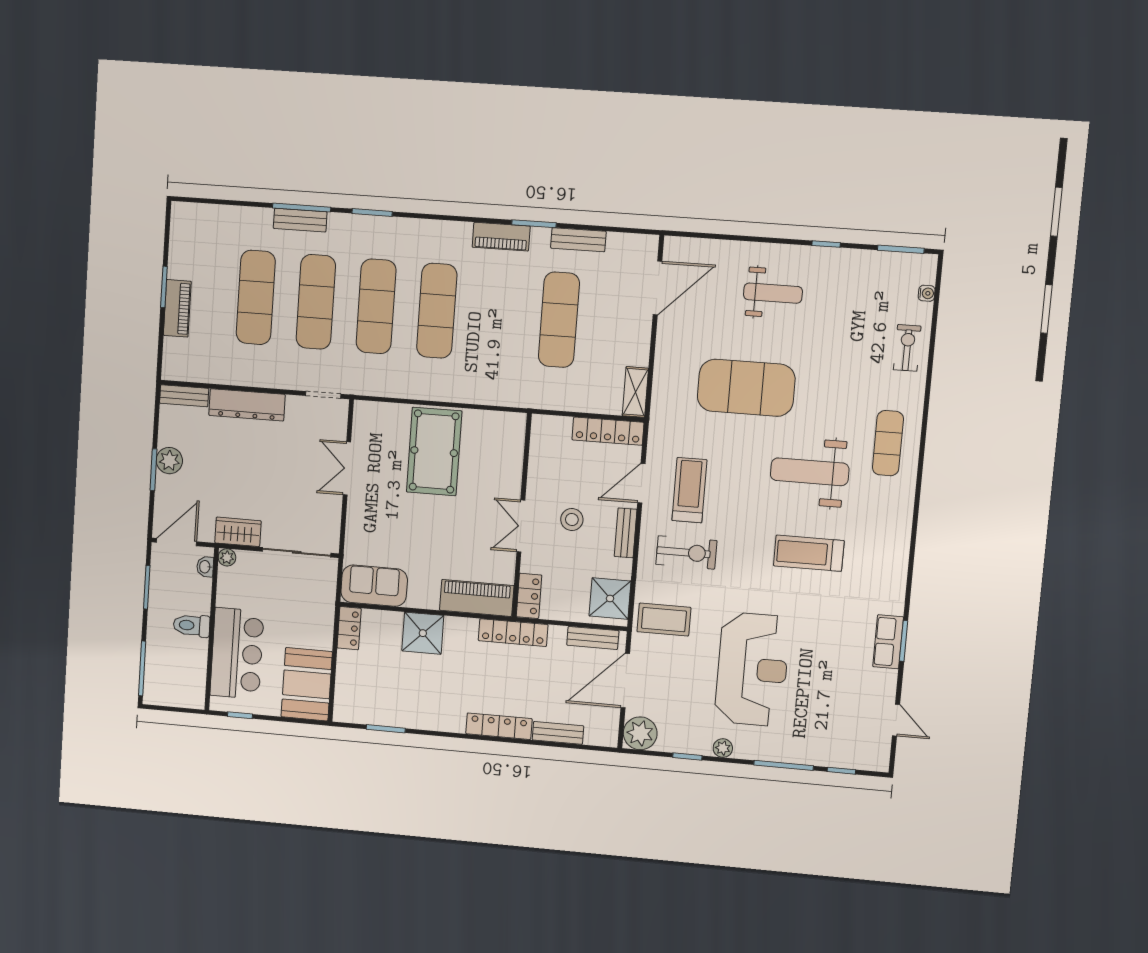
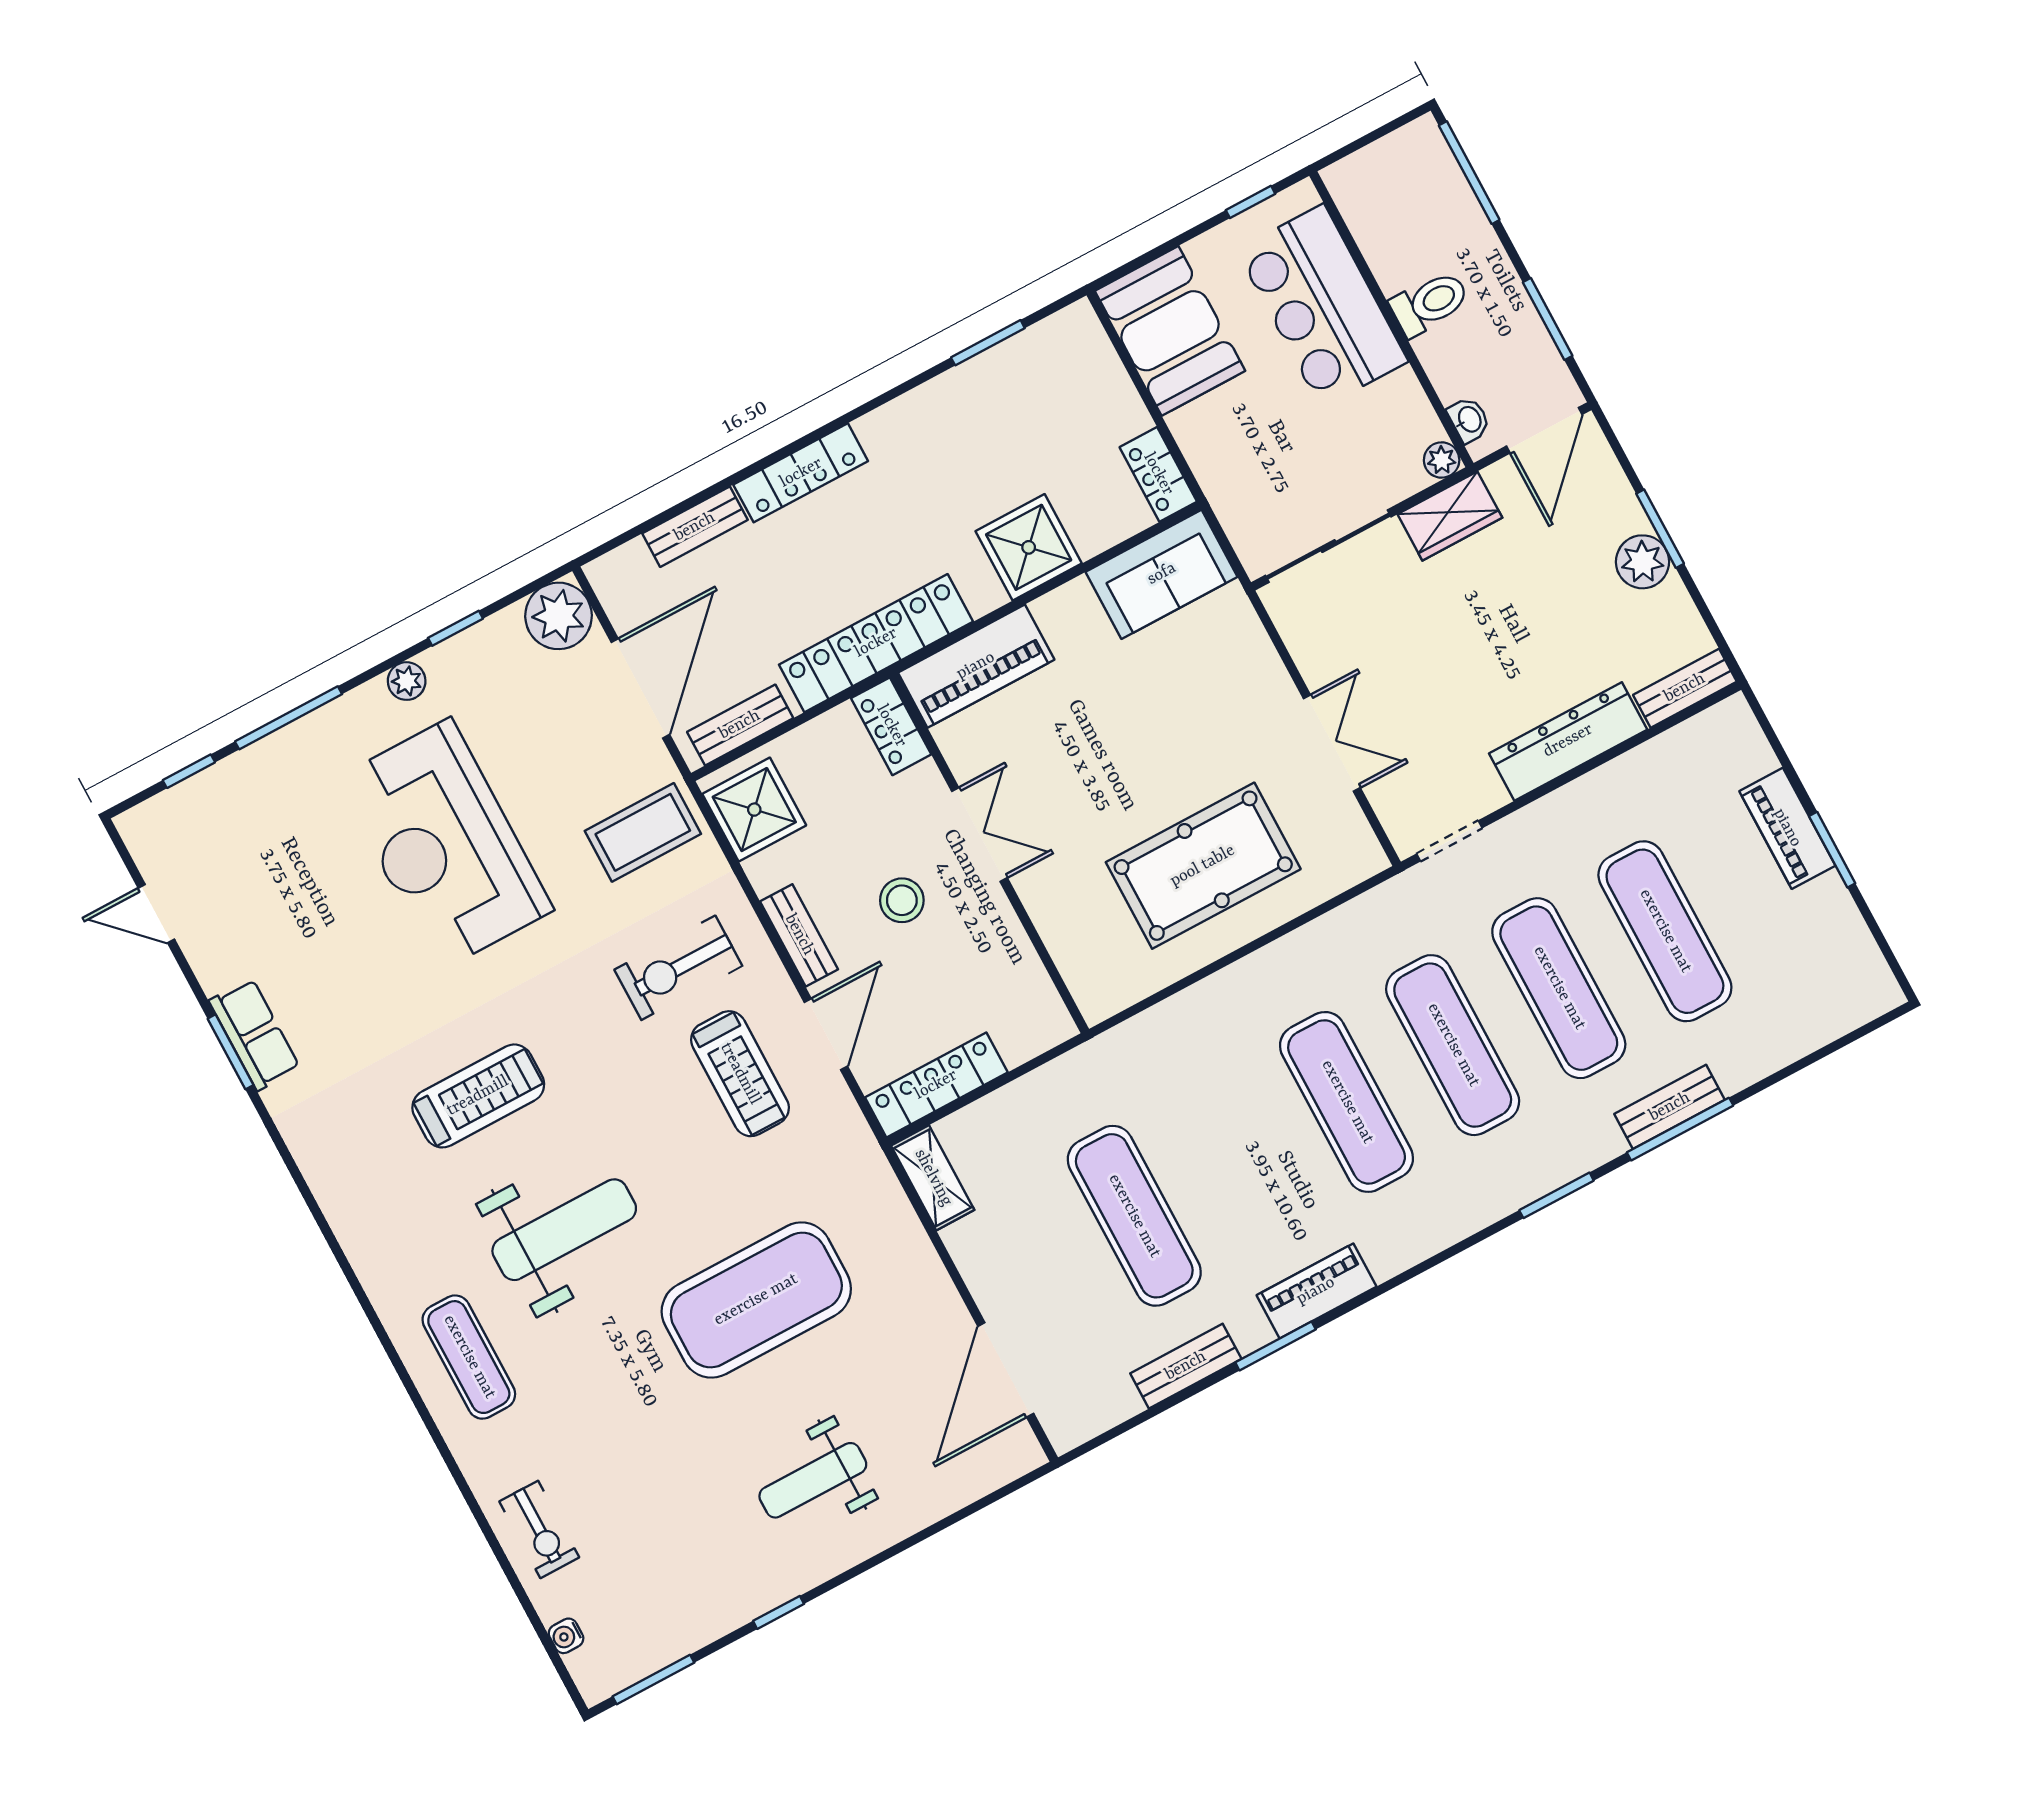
pool table: (434, 452) -> (1203, 866), turned 90
locker: (513, 633) -> (876, 643), width x1.41, depth x1.21

